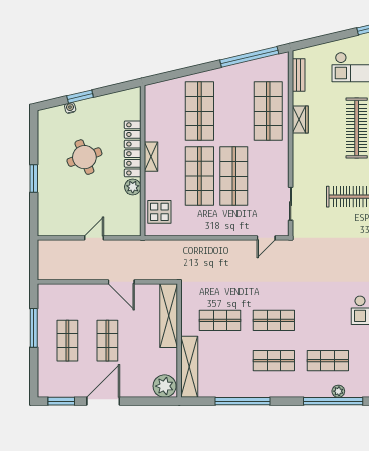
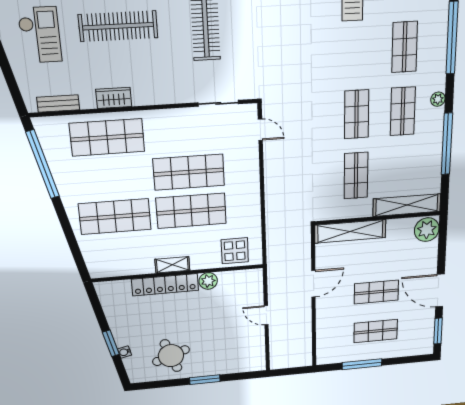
round table: (84, 157) -> (171, 356), moved
plant: (338, 391) -> (438, 99), moved

